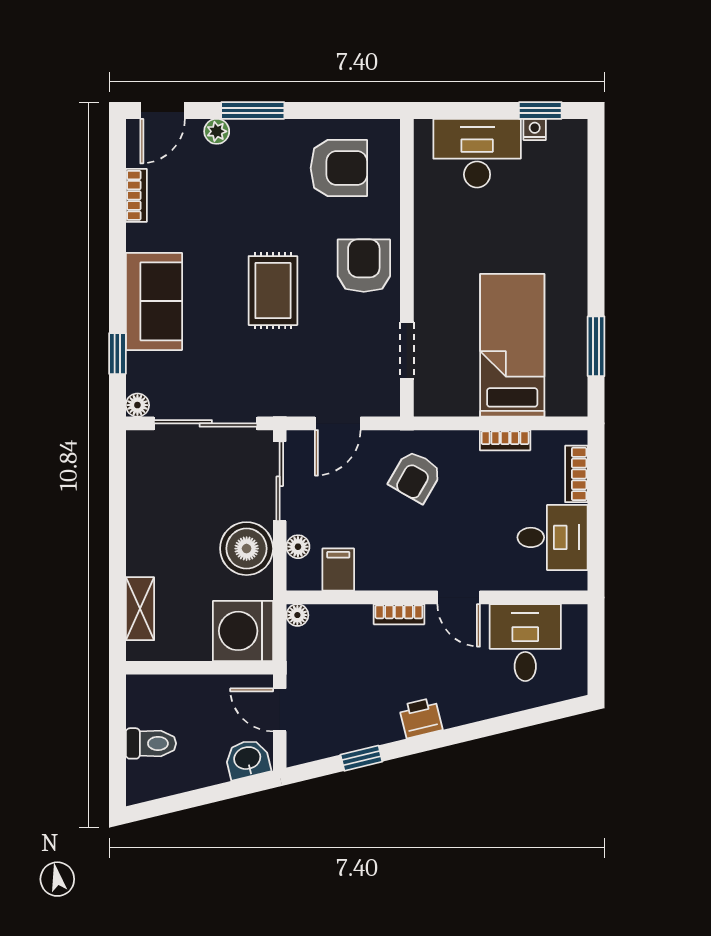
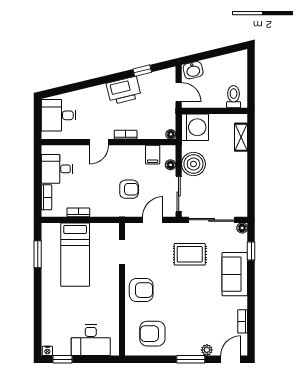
nightstand: (535, 129) -> (47, 351), moved
armchair: (364, 266) -> (141, 290), turned -90
rug: (273, 291) -> (190, 254), moved, turned 90
armchair: (415, 477) -> (129, 189), moved, turned 60
door: (459, 597) -> (99, 142), swing flipped
desk: (525, 643) -> (59, 115), moved, turned 90
printer: (421, 718) -> (124, 90), width x1.87, depth x1.48
toilet: (151, 743) -> (234, 97), moved, turned 90

